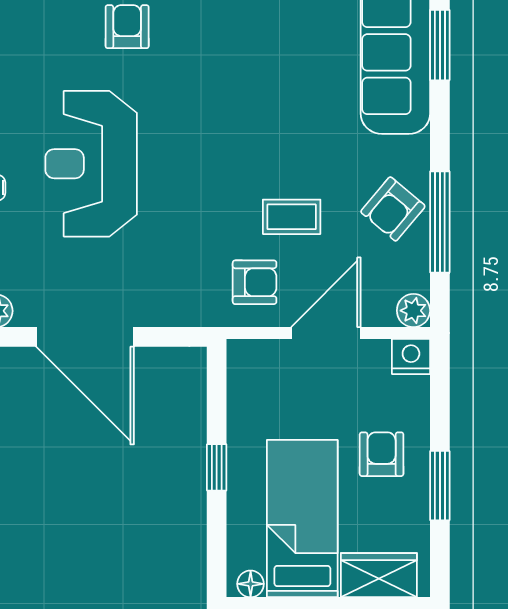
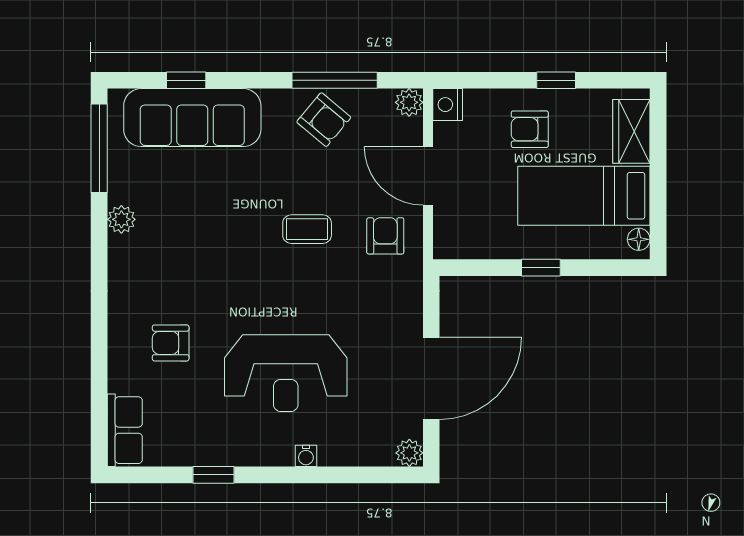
window: (440, 45) -> (186, 80), width x0.67
coffee table: (292, 217) -> (307, 229), moved, turned 90
window: (440, 486) -> (556, 80), width x0.67

